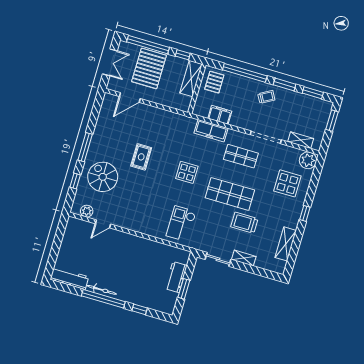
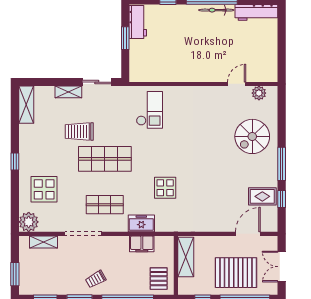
pallet: (149, 68) -> (236, 273), turned 90
shelving: (191, 79) -> (186, 257), moved
freezer: (211, 131) -> (141, 223), width x0.71
rug: (141, 157) -> (262, 196), moved, turned 90
display table: (187, 172) -> (165, 188), moved
spiral stairs: (103, 177) -> (252, 136), turned 90
window: (75, 181) -> (282, 199), moved
trolley: (244, 223) -> (79, 131), turned 180
shelving: (286, 244) -> (26, 105), moved
workbench: (176, 277) -> (138, 22), moved

